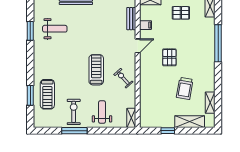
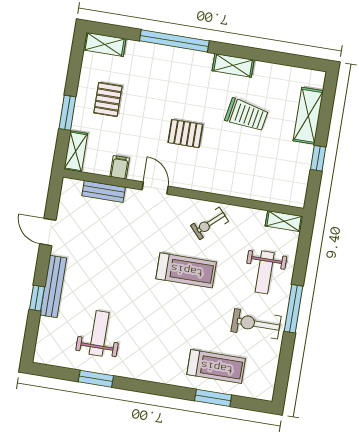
treadmill: (96, 70) -> (186, 270), turned 180
shelving: (210, 103) -> (233, 65), moved
weight bench: (102, 112) -> (265, 272), turned -90
window: (74, 131) -> (293, 309), moved

